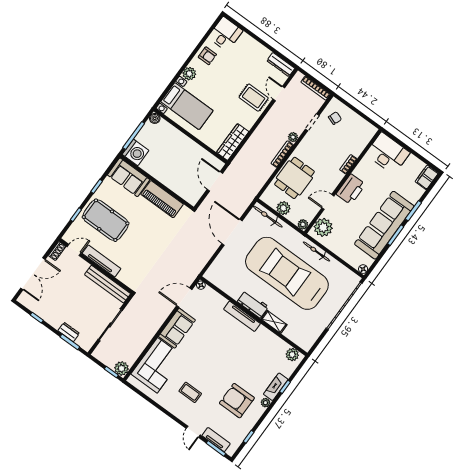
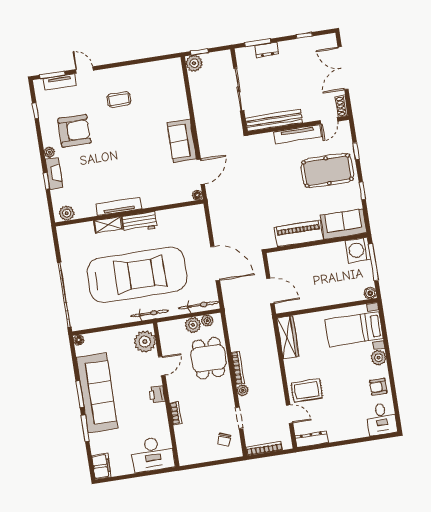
printer: (351, 189) -> (157, 394), width x0.53, depth x0.68
plant: (303, 224) -> (207, 321), moved
bicycle: (316, 252) -> (149, 314), moved
tv unit: (242, 316) -> (119, 206), moved
corner sofa: (157, 365) -> (168, 95), removed

